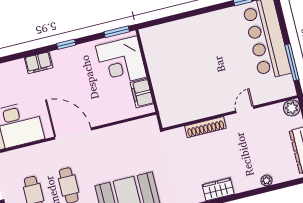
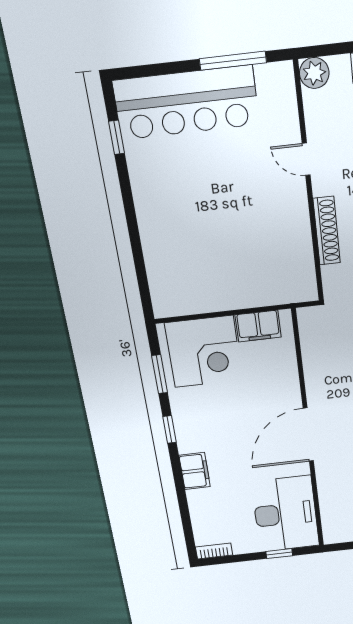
window: (117, 32) -> (160, 374), moved

